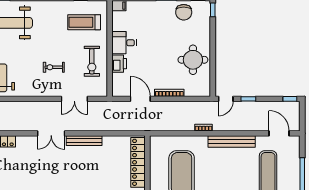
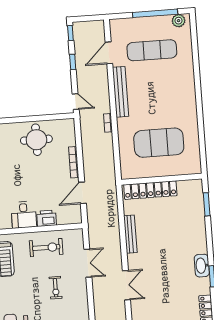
window: (248, 99) -> (73, 62), moved
door: (279, 133) -> (109, 53), moved
bench: (84, 141) -> (130, 234), moved

